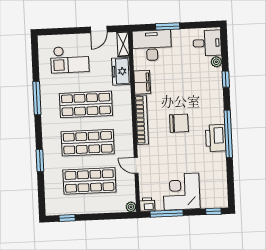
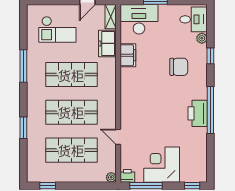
bookcase: (142, 120) -> (126, 92), removed
chair: (179, 123) -> (179, 67), moved

